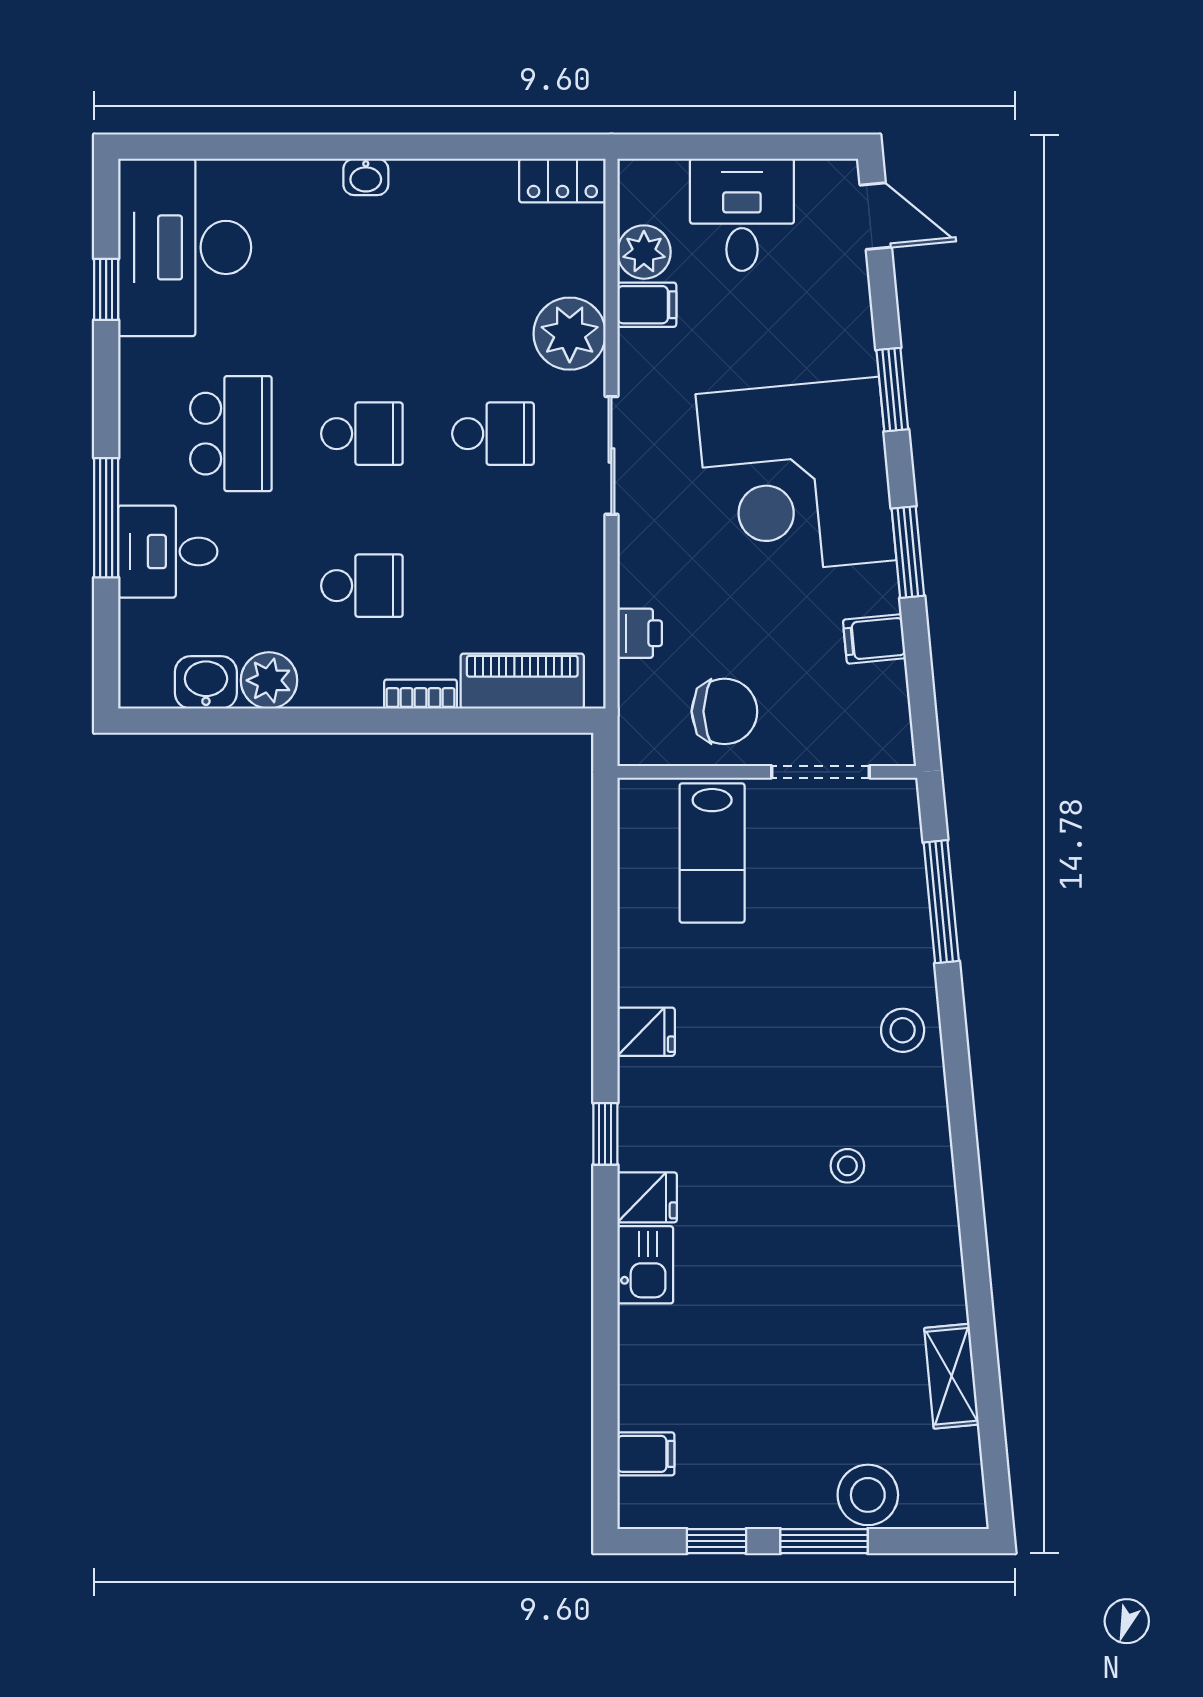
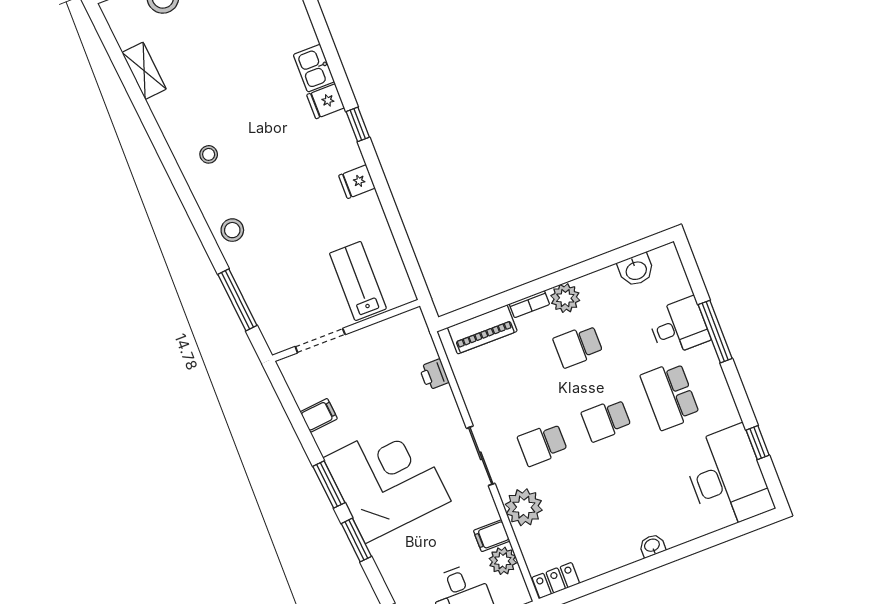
window: (908, 552) -> (329, 484), moved
plant: (269, 680) -> (565, 298), moved
chair: (724, 711) -> (378, 352), removed
stool: (847, 1166) -> (209, 154), moved

